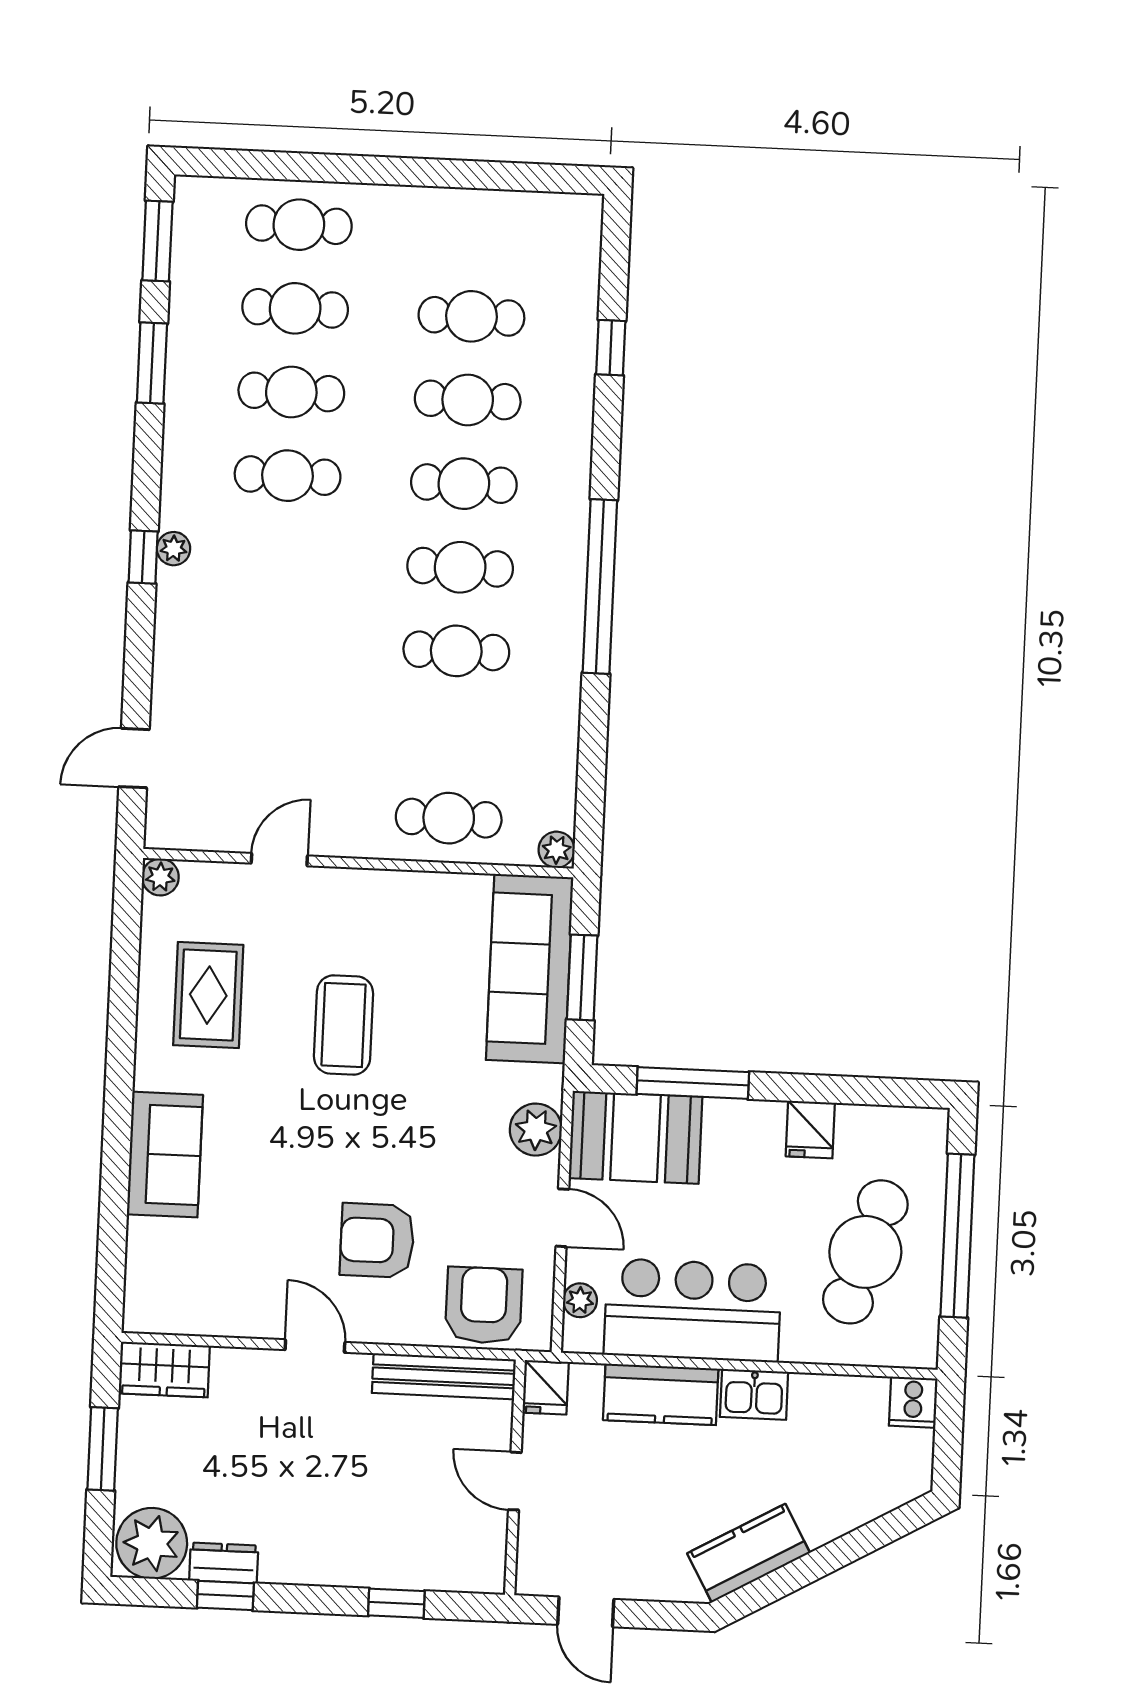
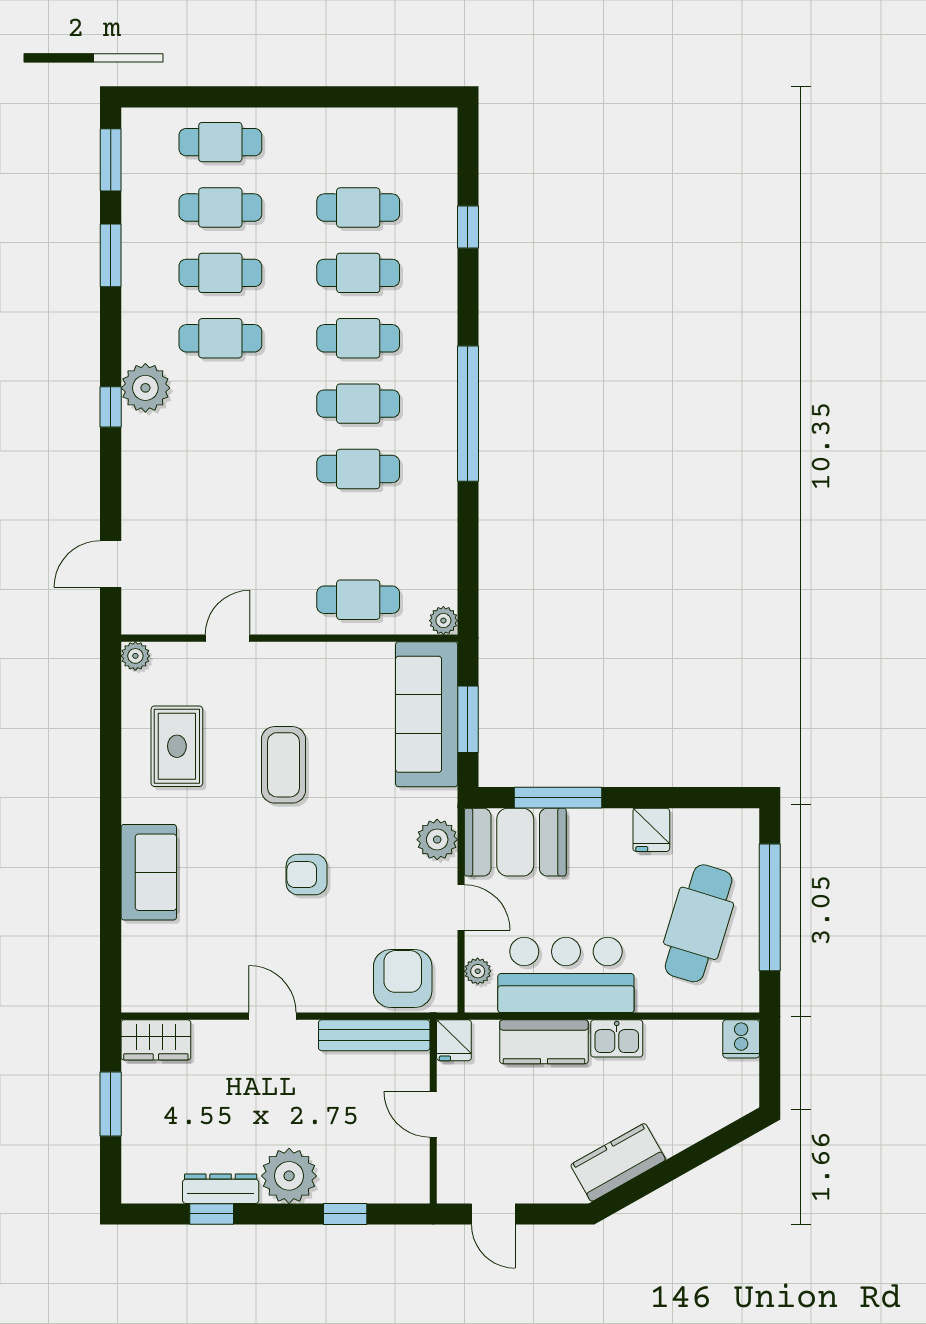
plant: (174, 549) -> (145, 388), width x1.88, depth x1.88
armchair: (377, 1240) -> (307, 875), moved, width x0.72, depth x0.72
plant: (152, 1543) -> (289, 1176), moved
dresser: (224, 1563) -> (221, 1189), width x1.44

